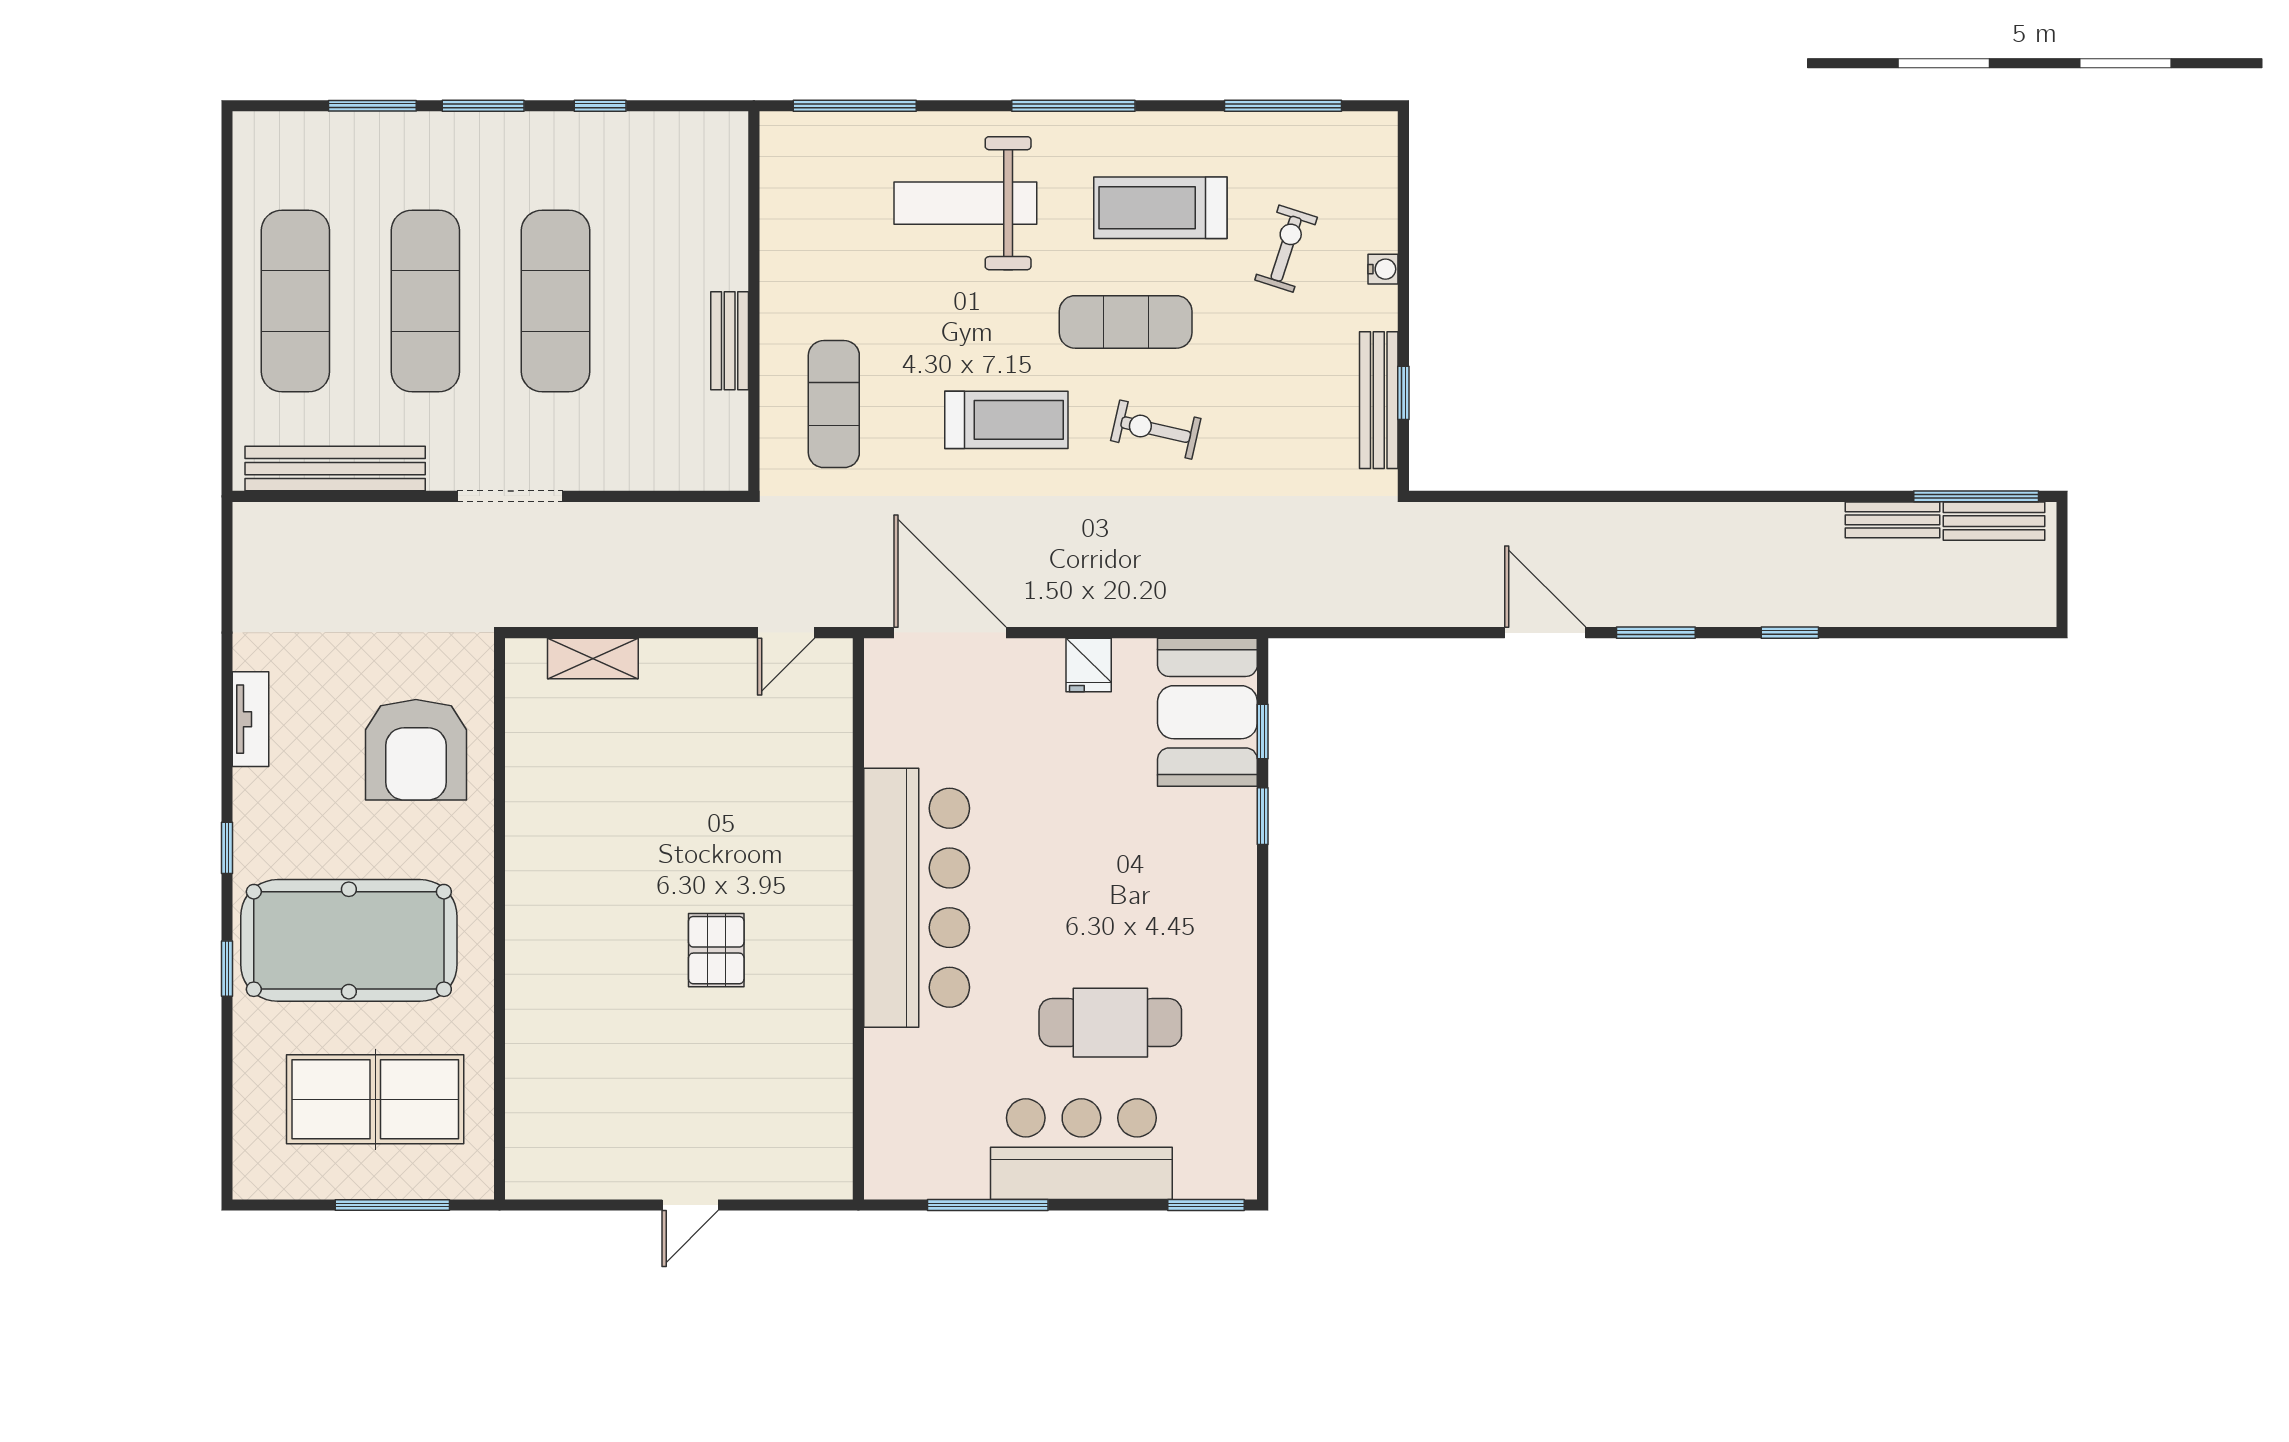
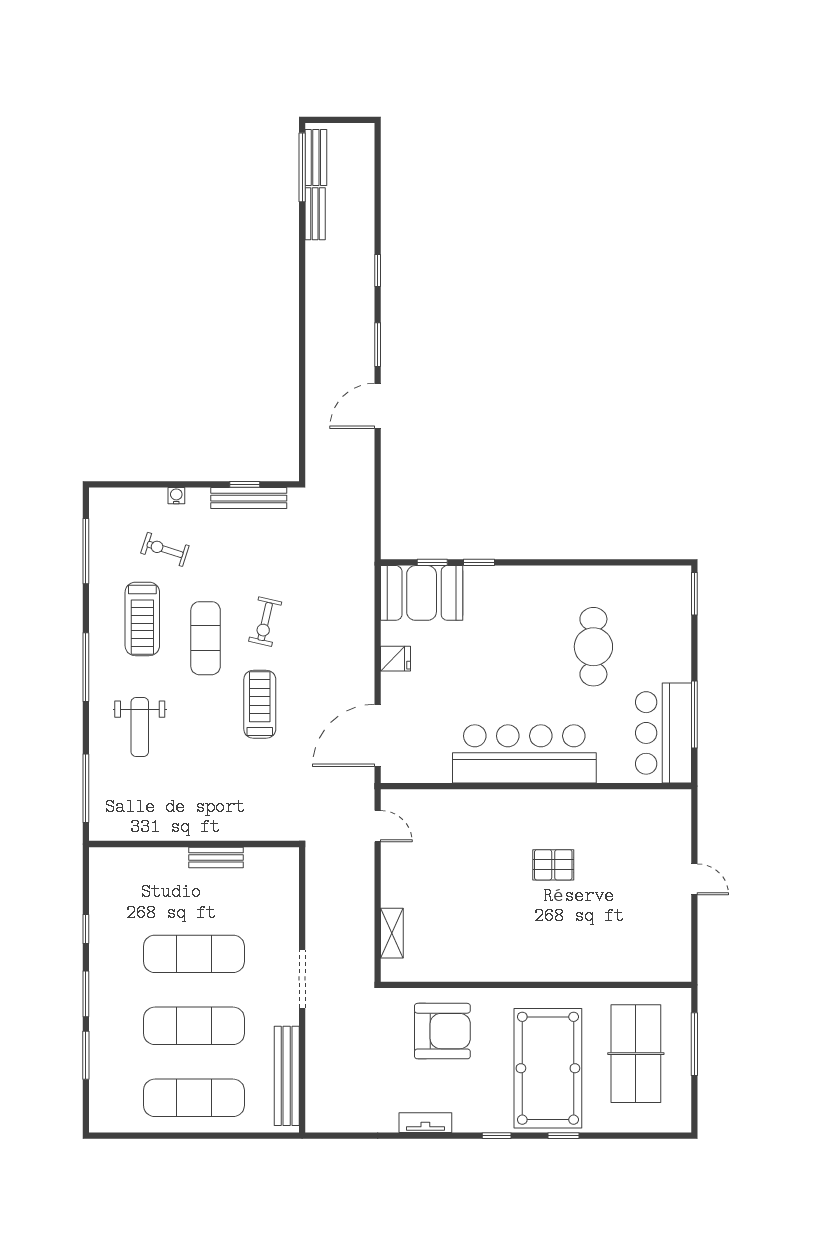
weight bench: (965, 203) -> (140, 727), width x0.73, depth x0.75
exercise mat: (834, 404) -> (251, 800), removed
bar counter: (1081, 1149) -> (663, 733), moved

